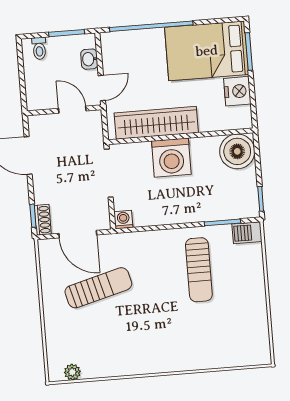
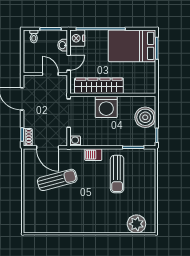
nightstand: (237, 91) -> (77, 38), moved, turned 180
boiler: (237, 151) -> (145, 117), moved
barbecue: (247, 233) -> (93, 155), moved
plant: (72, 372) -> (136, 224), moved, width x1.88, depth x1.88

